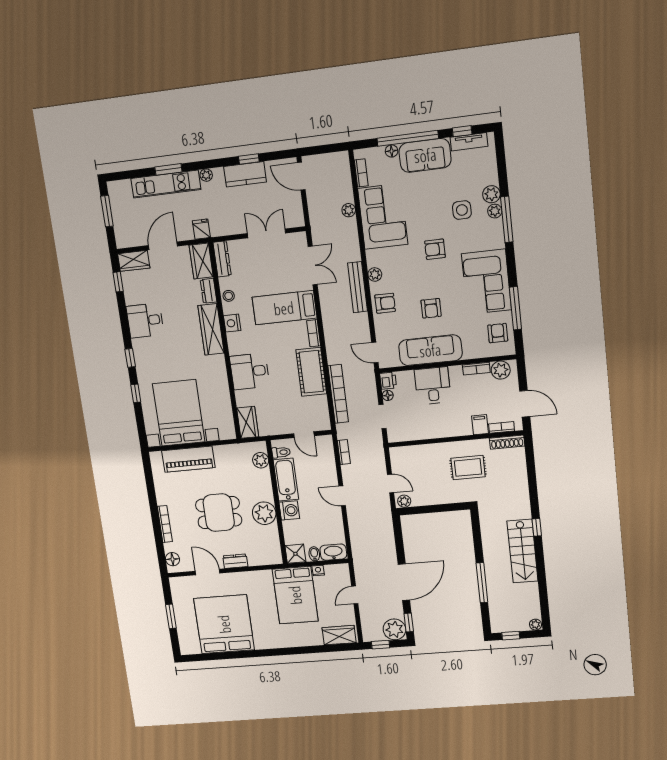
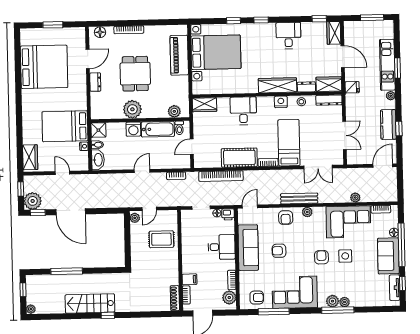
plant: (491, 194) -> (332, 301), moved
side table: (462, 210) -> (345, 256), moved
rug: (468, 468) -> (161, 239), moved, turned 90

